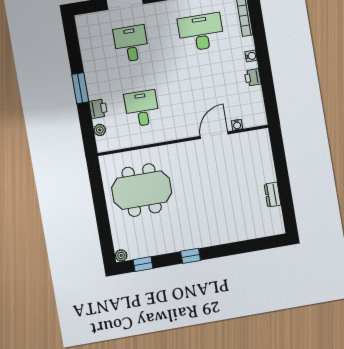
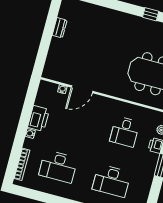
desk: (131, 44) -> (111, 181), width x1.37
printer: (253, 77) -> (38, 118), width x1.87, depth x1.48
window: (191, 256) -> (151, 14), moved

